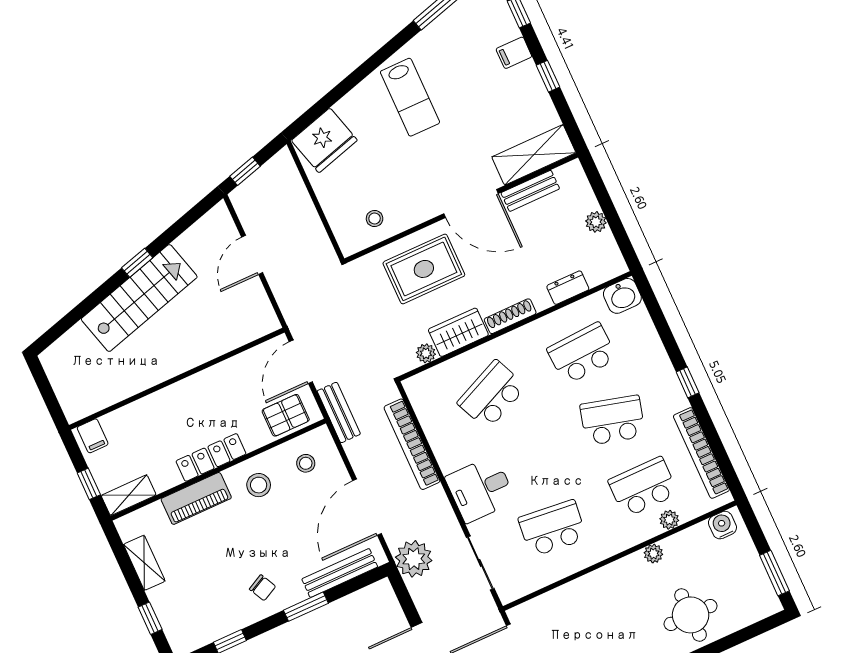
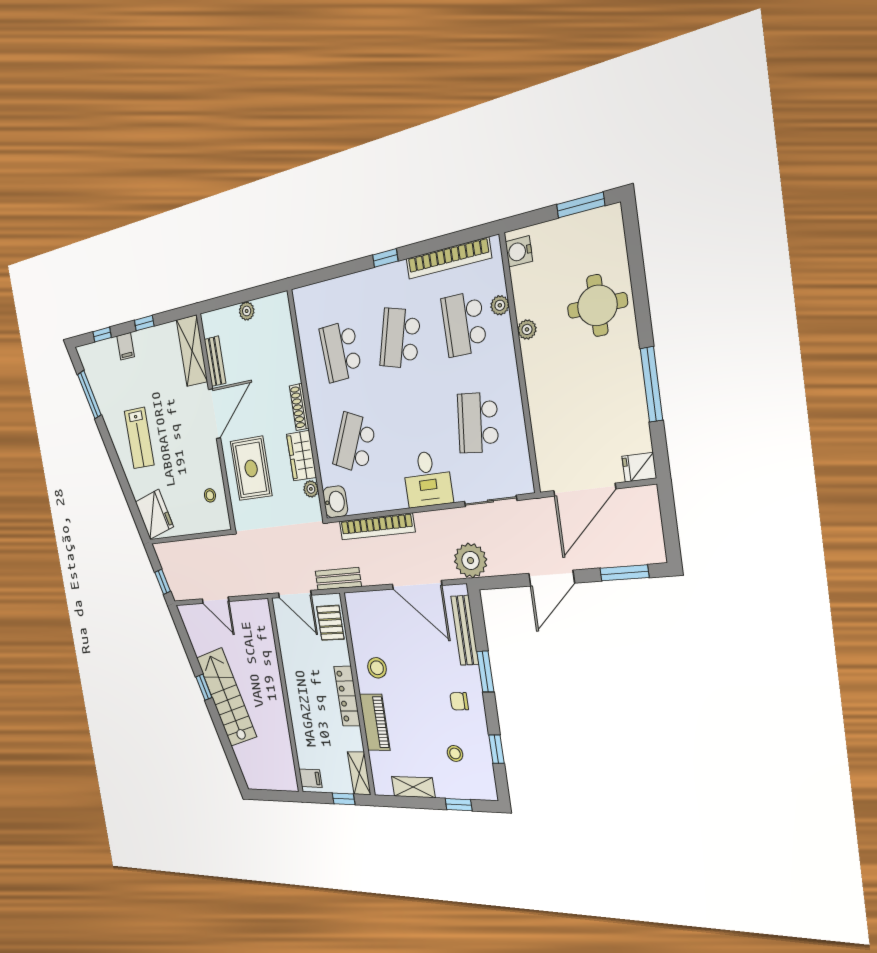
lab bench: (410, 97) -> (139, 438), turned 90
dresser: (568, 288) -> (289, 350), removed
washbasin: (622, 296) -> (335, 502), moved
school desk: (492, 395) -> (354, 443), turned 48
stool: (306, 463) -> (455, 753), moved
chair: (262, 588) -> (459, 701), turned -153

